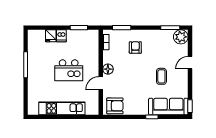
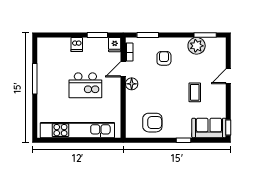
fridge: (51, 36) -> (115, 45), moved
plant: (181, 37) -> (197, 46), moved
door: (101, 83) -> (123, 69), moved
armchair: (115, 106) -> (152, 123), moved
sofa: (168, 107) -> (209, 128), width x0.73
kitchen unit: (62, 108) -> (77, 130), width x1.36

